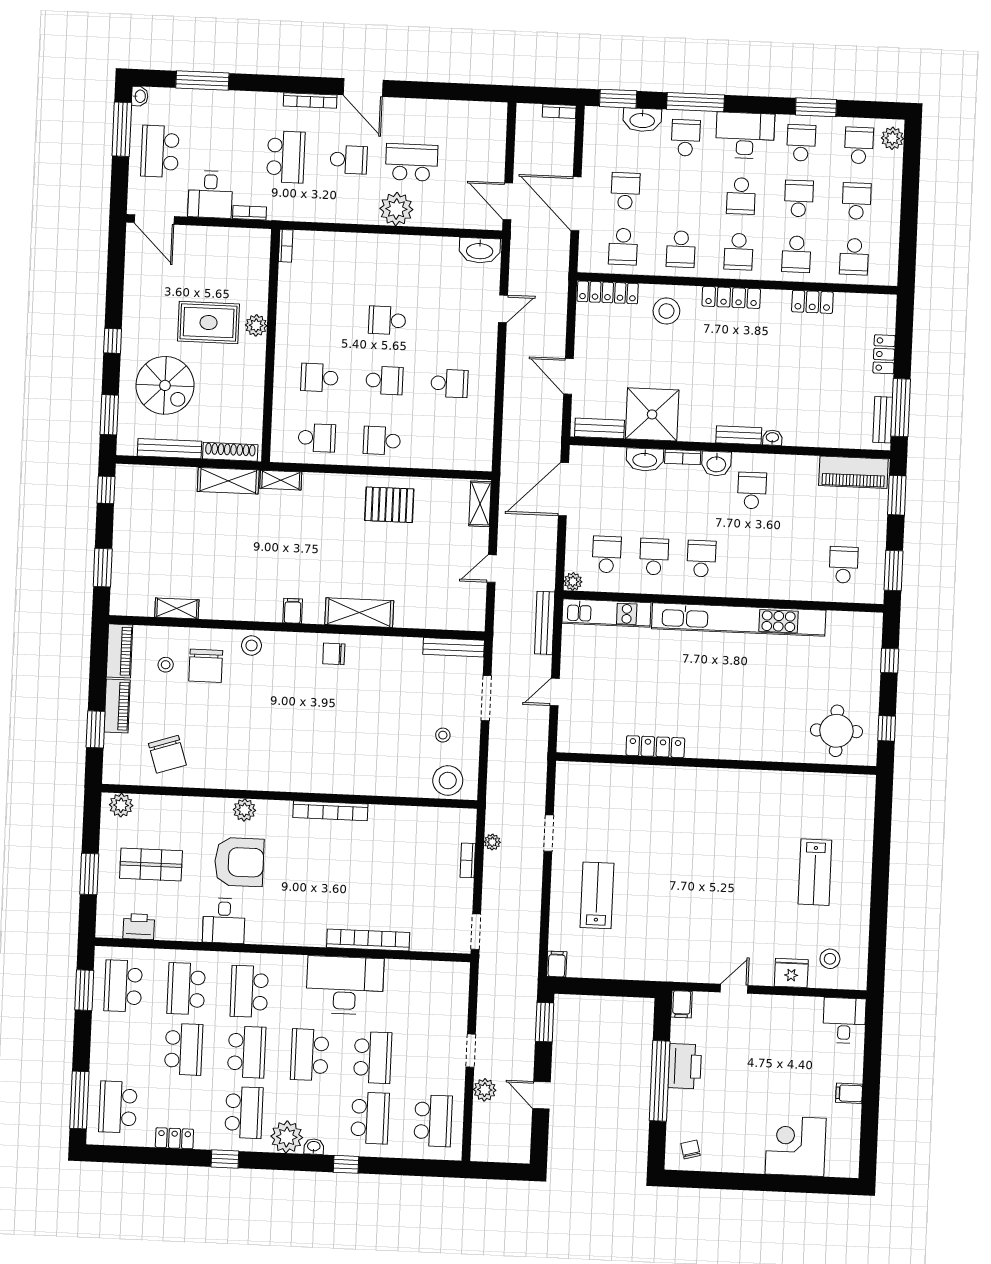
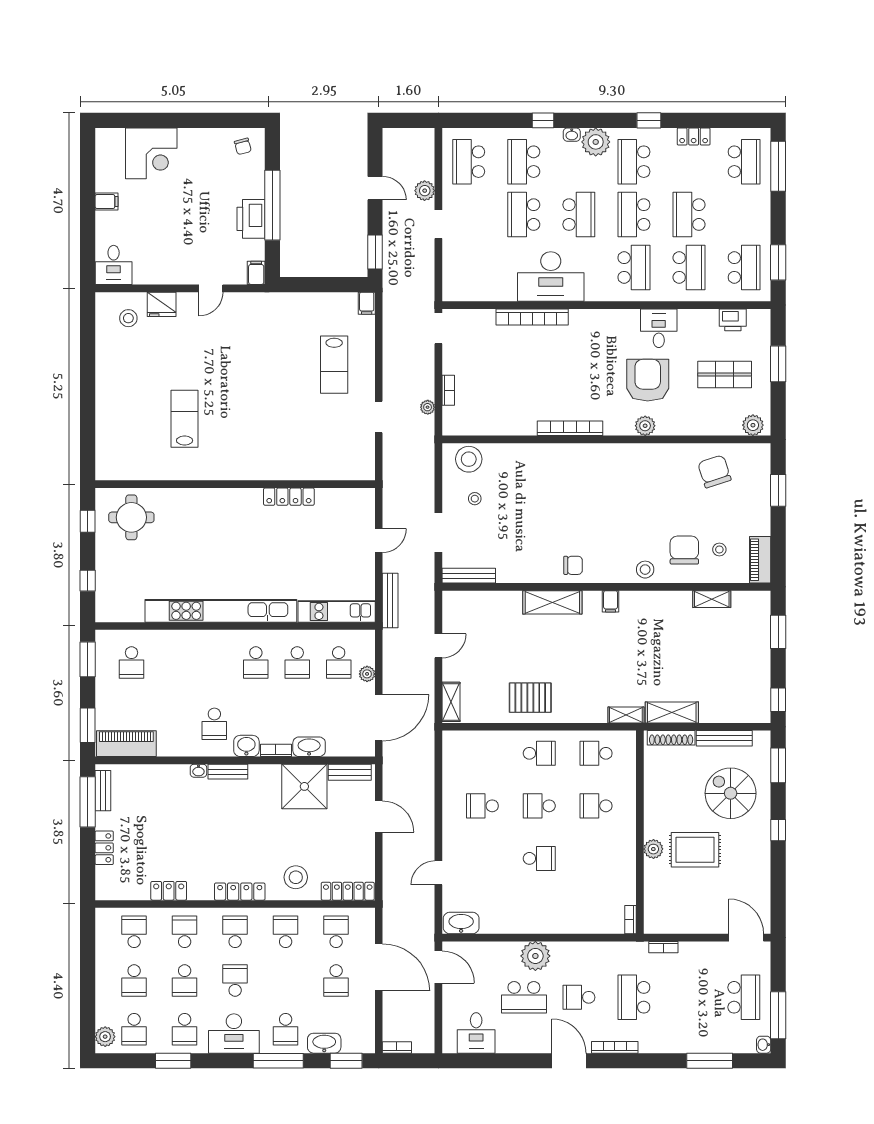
desk: (210, 194) -> (476, 1033), moved, turned 180
school desk: (319, 378) -> (596, 806), turned 180
plant: (573, 581) -> (367, 674), moved
piano: (117, 706) -> (760, 512), removed
armchair: (239, 862) -> (648, 380), turned 90
lab bench: (815, 872) -> (185, 419), moved

